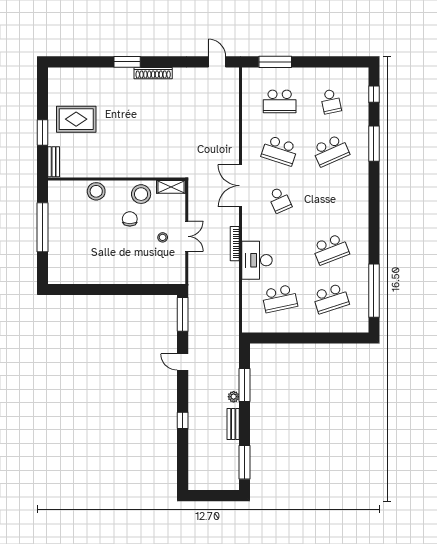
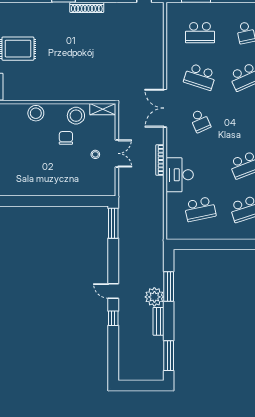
door: (183, 362) -> (113, 291), moved
plant: (234, 397) -> (154, 297), width x1.88, depth x1.88

